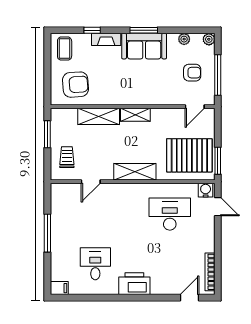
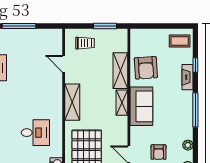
window: (144, 30) -> (195, 110), width x1.44
sofa: (144, 46) -> (141, 106), moved, turned 180
armchair: (76, 85) -> (146, 68), moved
desk: (170, 214) -> (35, 133), width x0.73

